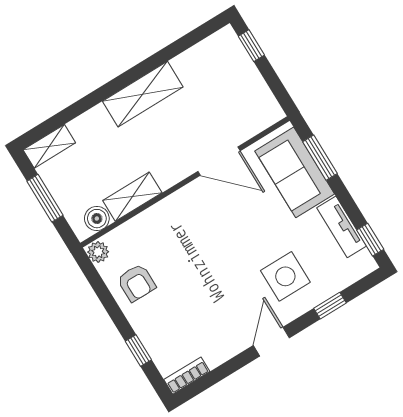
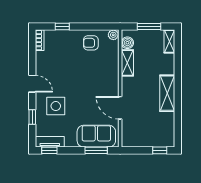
door: (219, 161) -> (120, 108), hinge flipped
tv unit: (342, 227) -> (50, 142), moved

